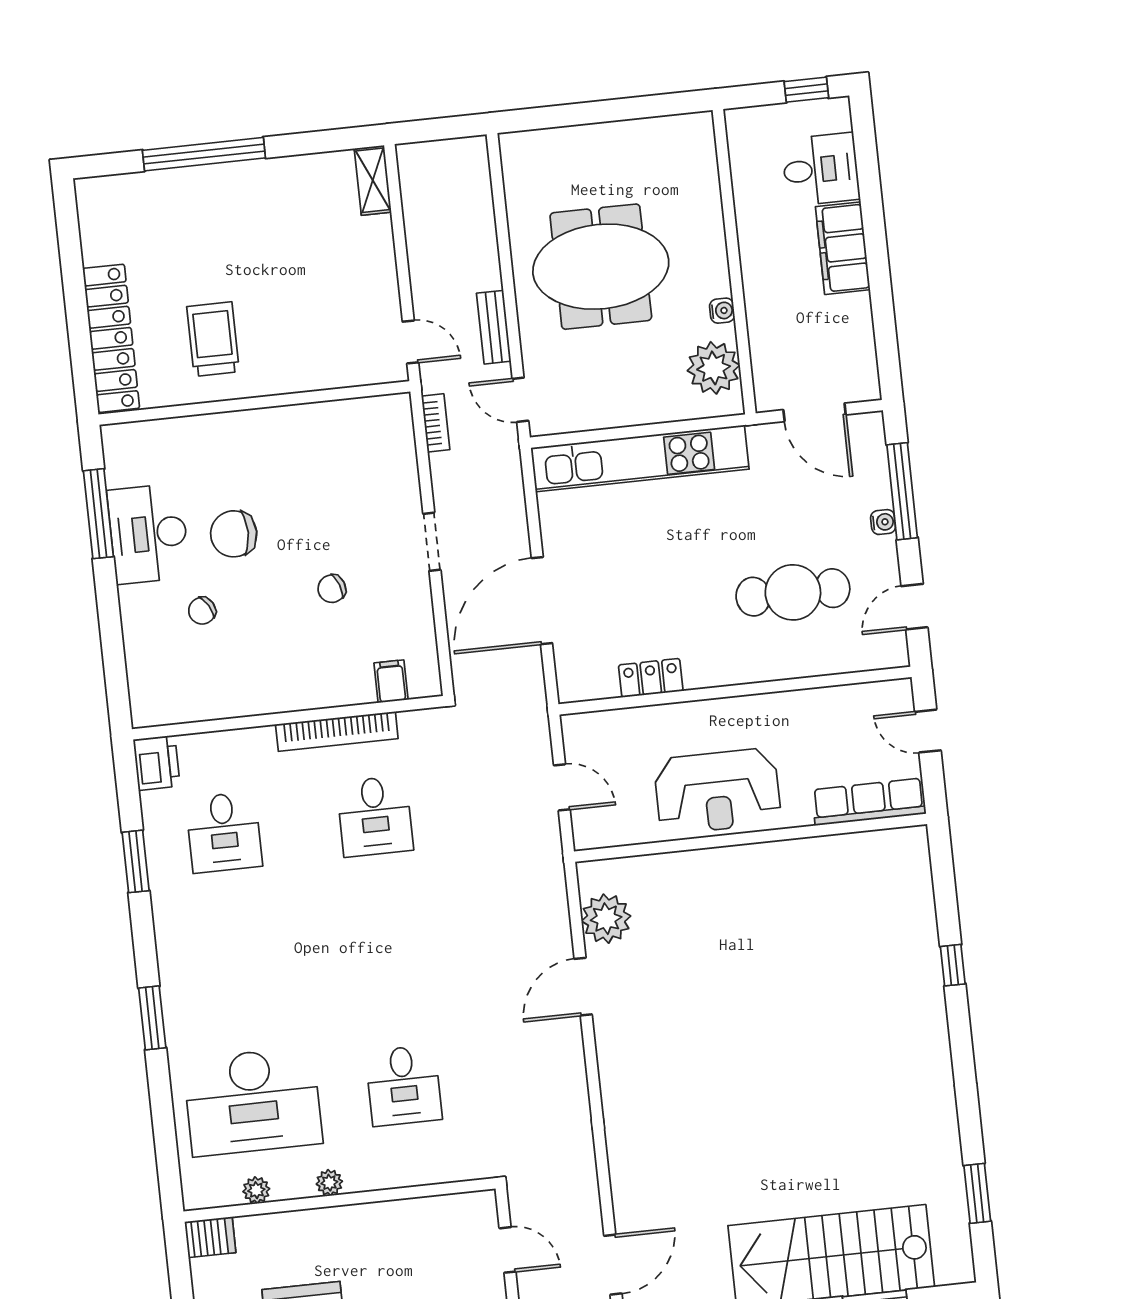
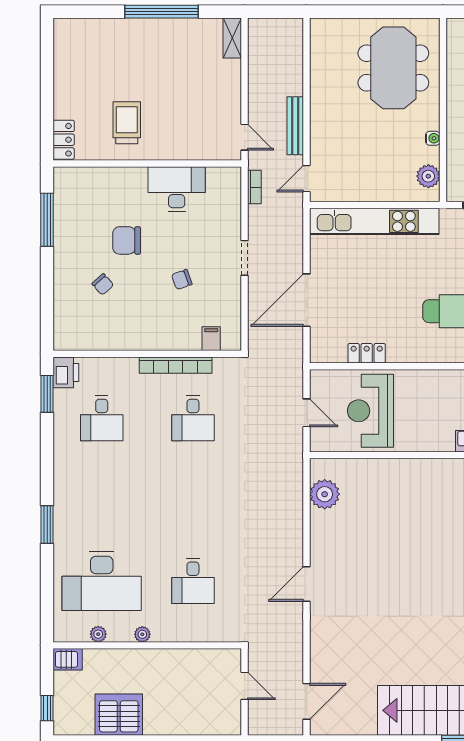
window: (204, 154) -> (162, 12), moved
meeting table: (601, 267) -> (393, 68), moved, turned 90
bench: (494, 327) -> (295, 126), width x1.36
locker: (111, 338) -> (64, 140), width x0.46, depth x0.83
plant: (714, 368) -> (428, 176), width x0.73, depth x0.73
door: (520, 400) -> (307, 179), hinge flipped
desk: (148, 534) -> (177, 189), moved, turned 90
chair: (202, 611) -> (103, 284), turned -102
reception desk: (717, 791) -> (370, 411), moved, turned 90
window: (136, 861) -> (47, 394), moved
door: (583, 987) -> (307, 584), moved

